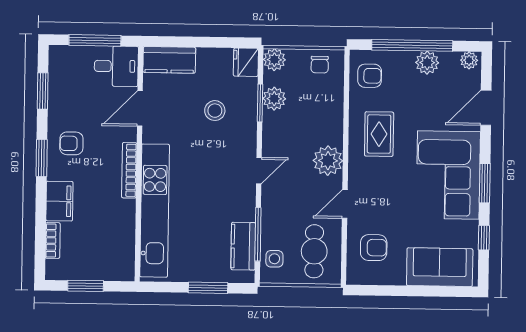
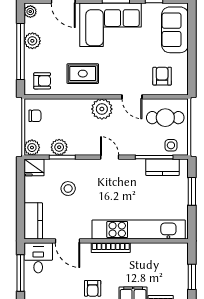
armchair: (370, 76) -> (42, 81), turned 90

